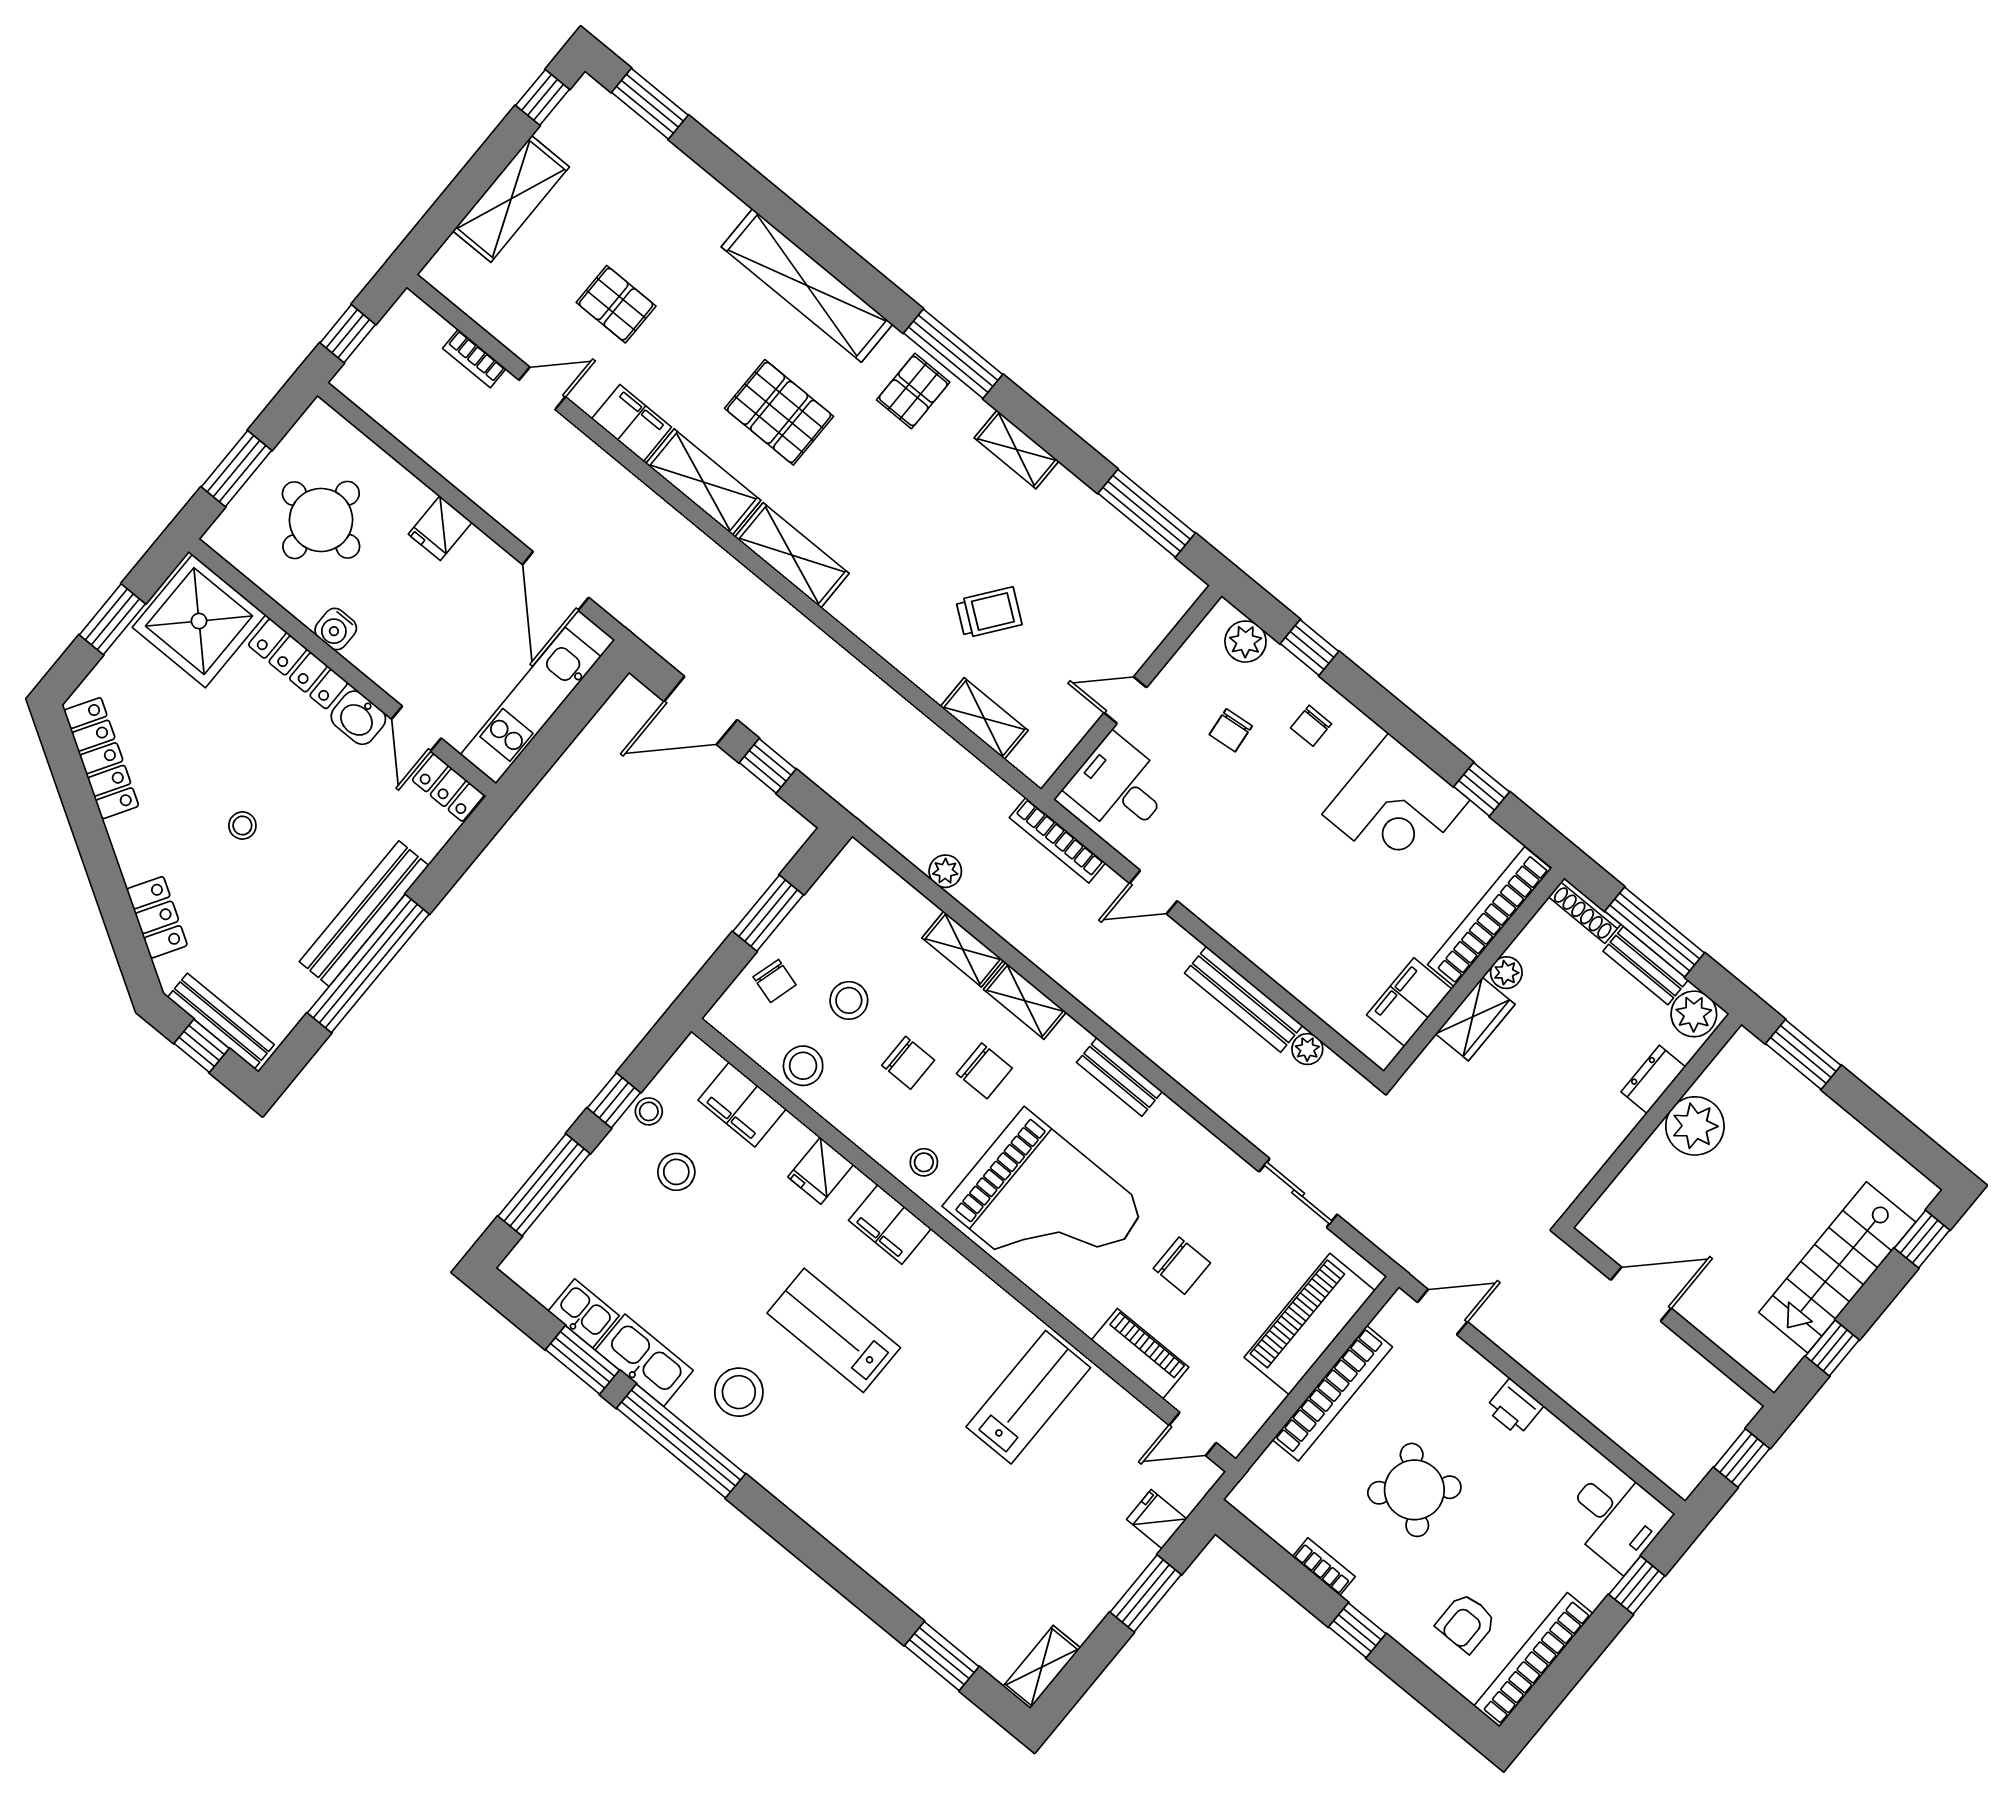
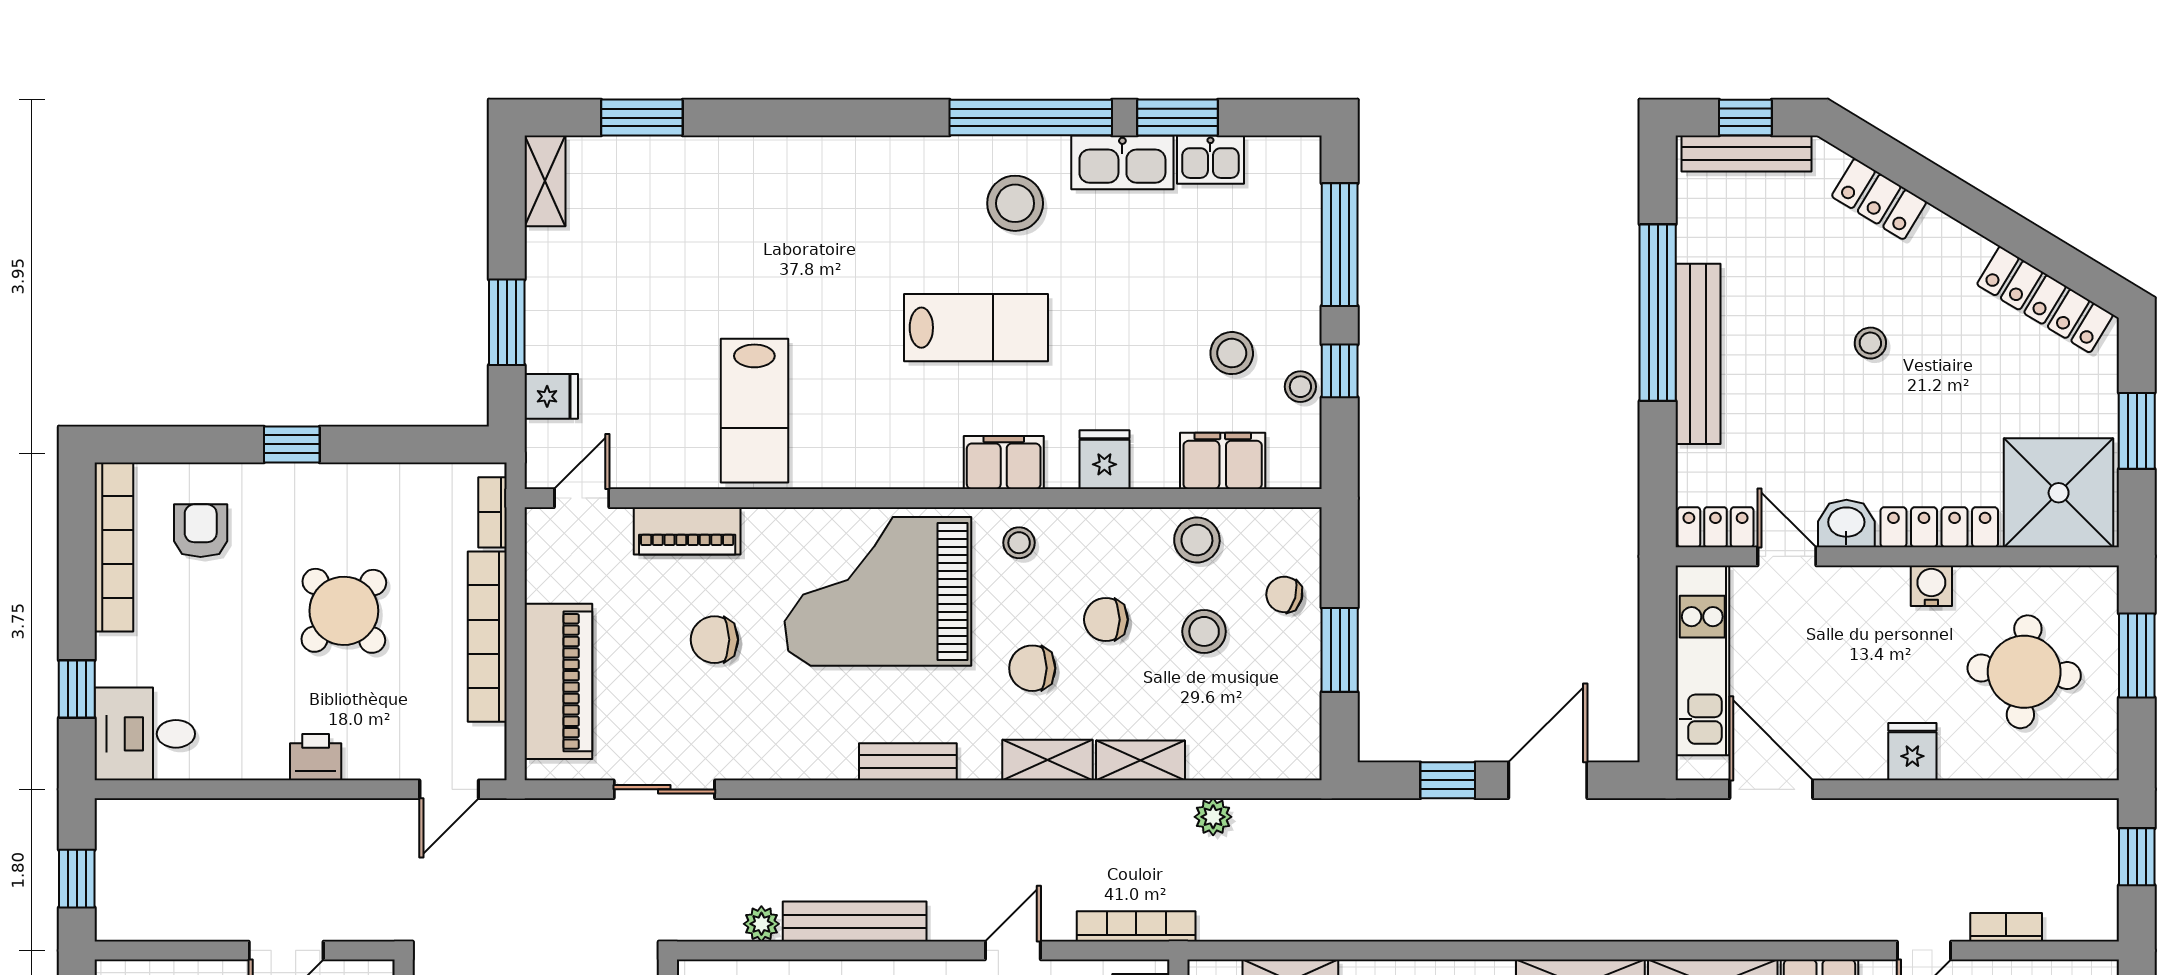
bookcase: (1324, 1567) -> (493, 512), moved, turned 90

